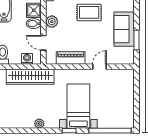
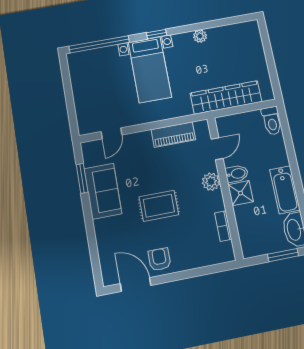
door: (43, 43) -> (217, 149), hinge flipped
washing machine: (27, 59) -> (236, 121), removed
door: (100, 67) -> (111, 133), moved

